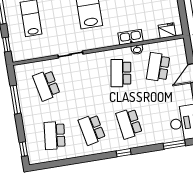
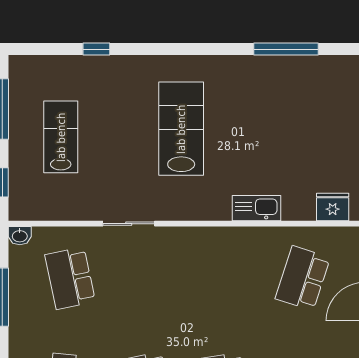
washbasin: (137, 50) -> (20, 236), moved
school desk: (121, 73) -> (225, 278), removed

